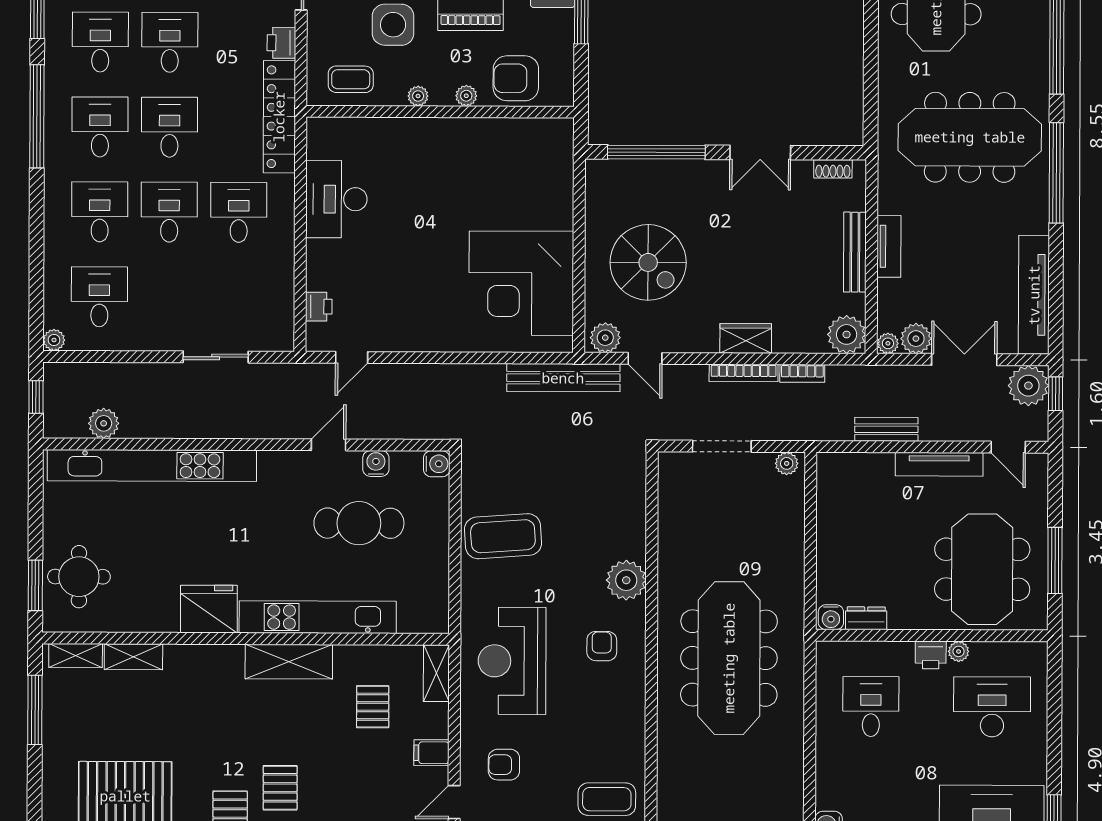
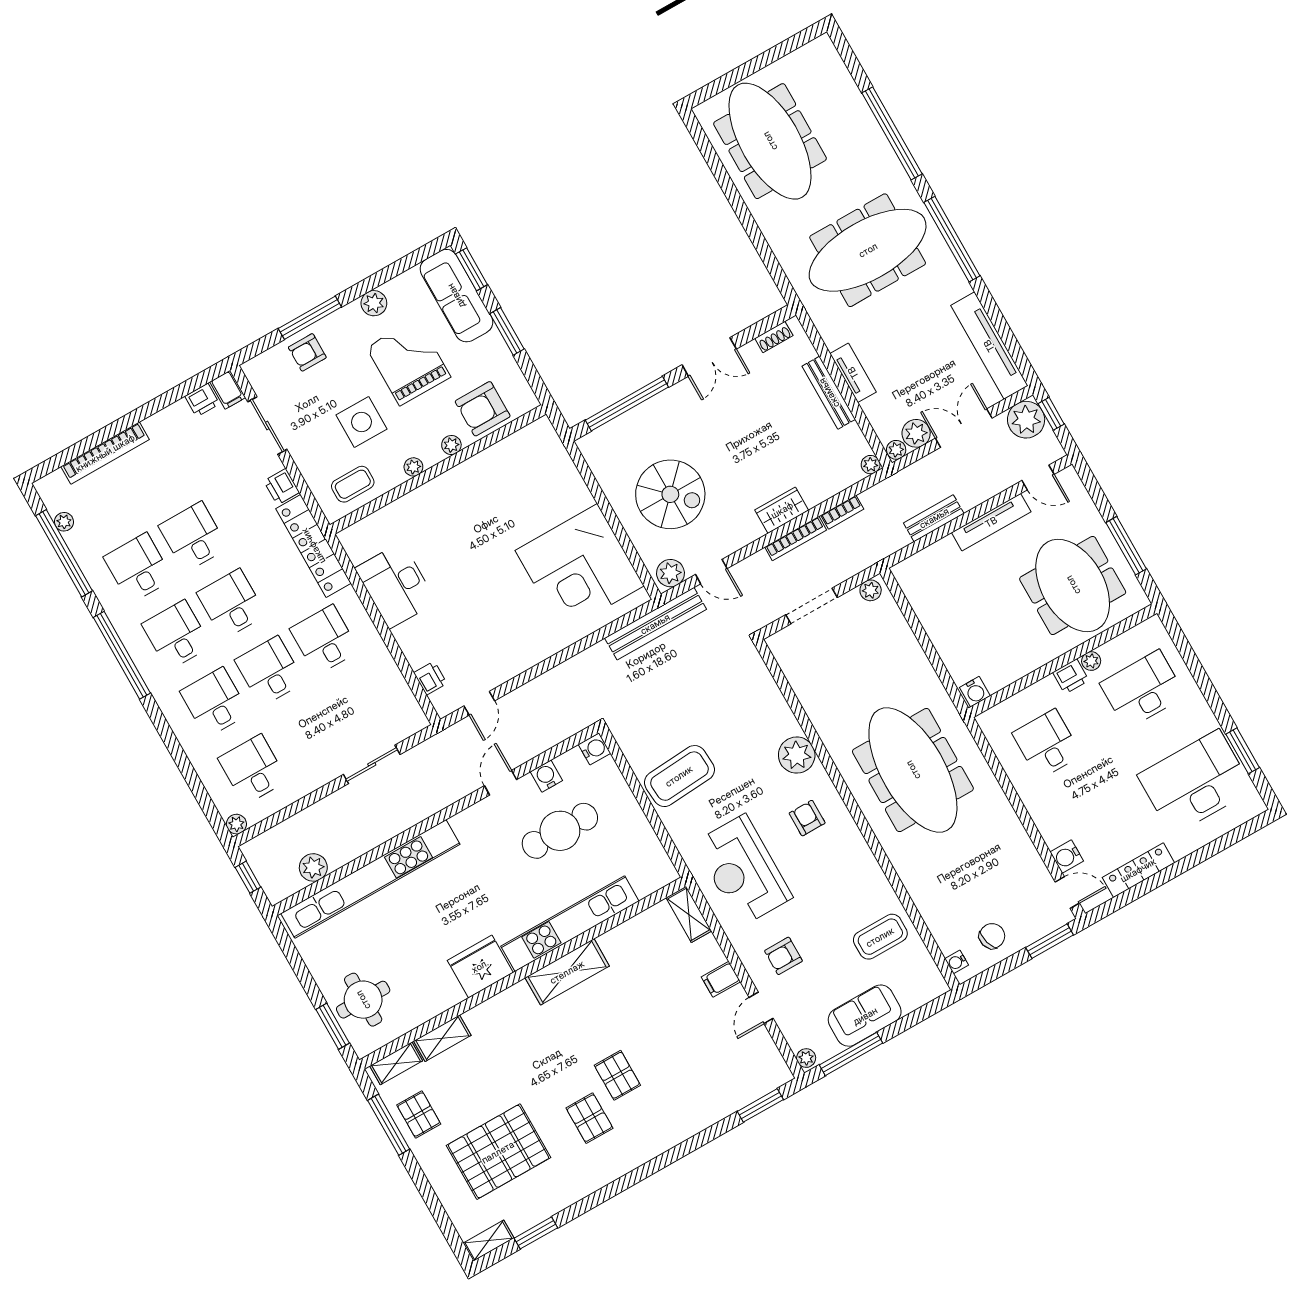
plant: (847, 334) -> (871, 465), width x0.53, depth x0.53
dresser: (866, 618) -> (1003, 677), removed
pallet: (373, 707) -> (419, 1114), moved

